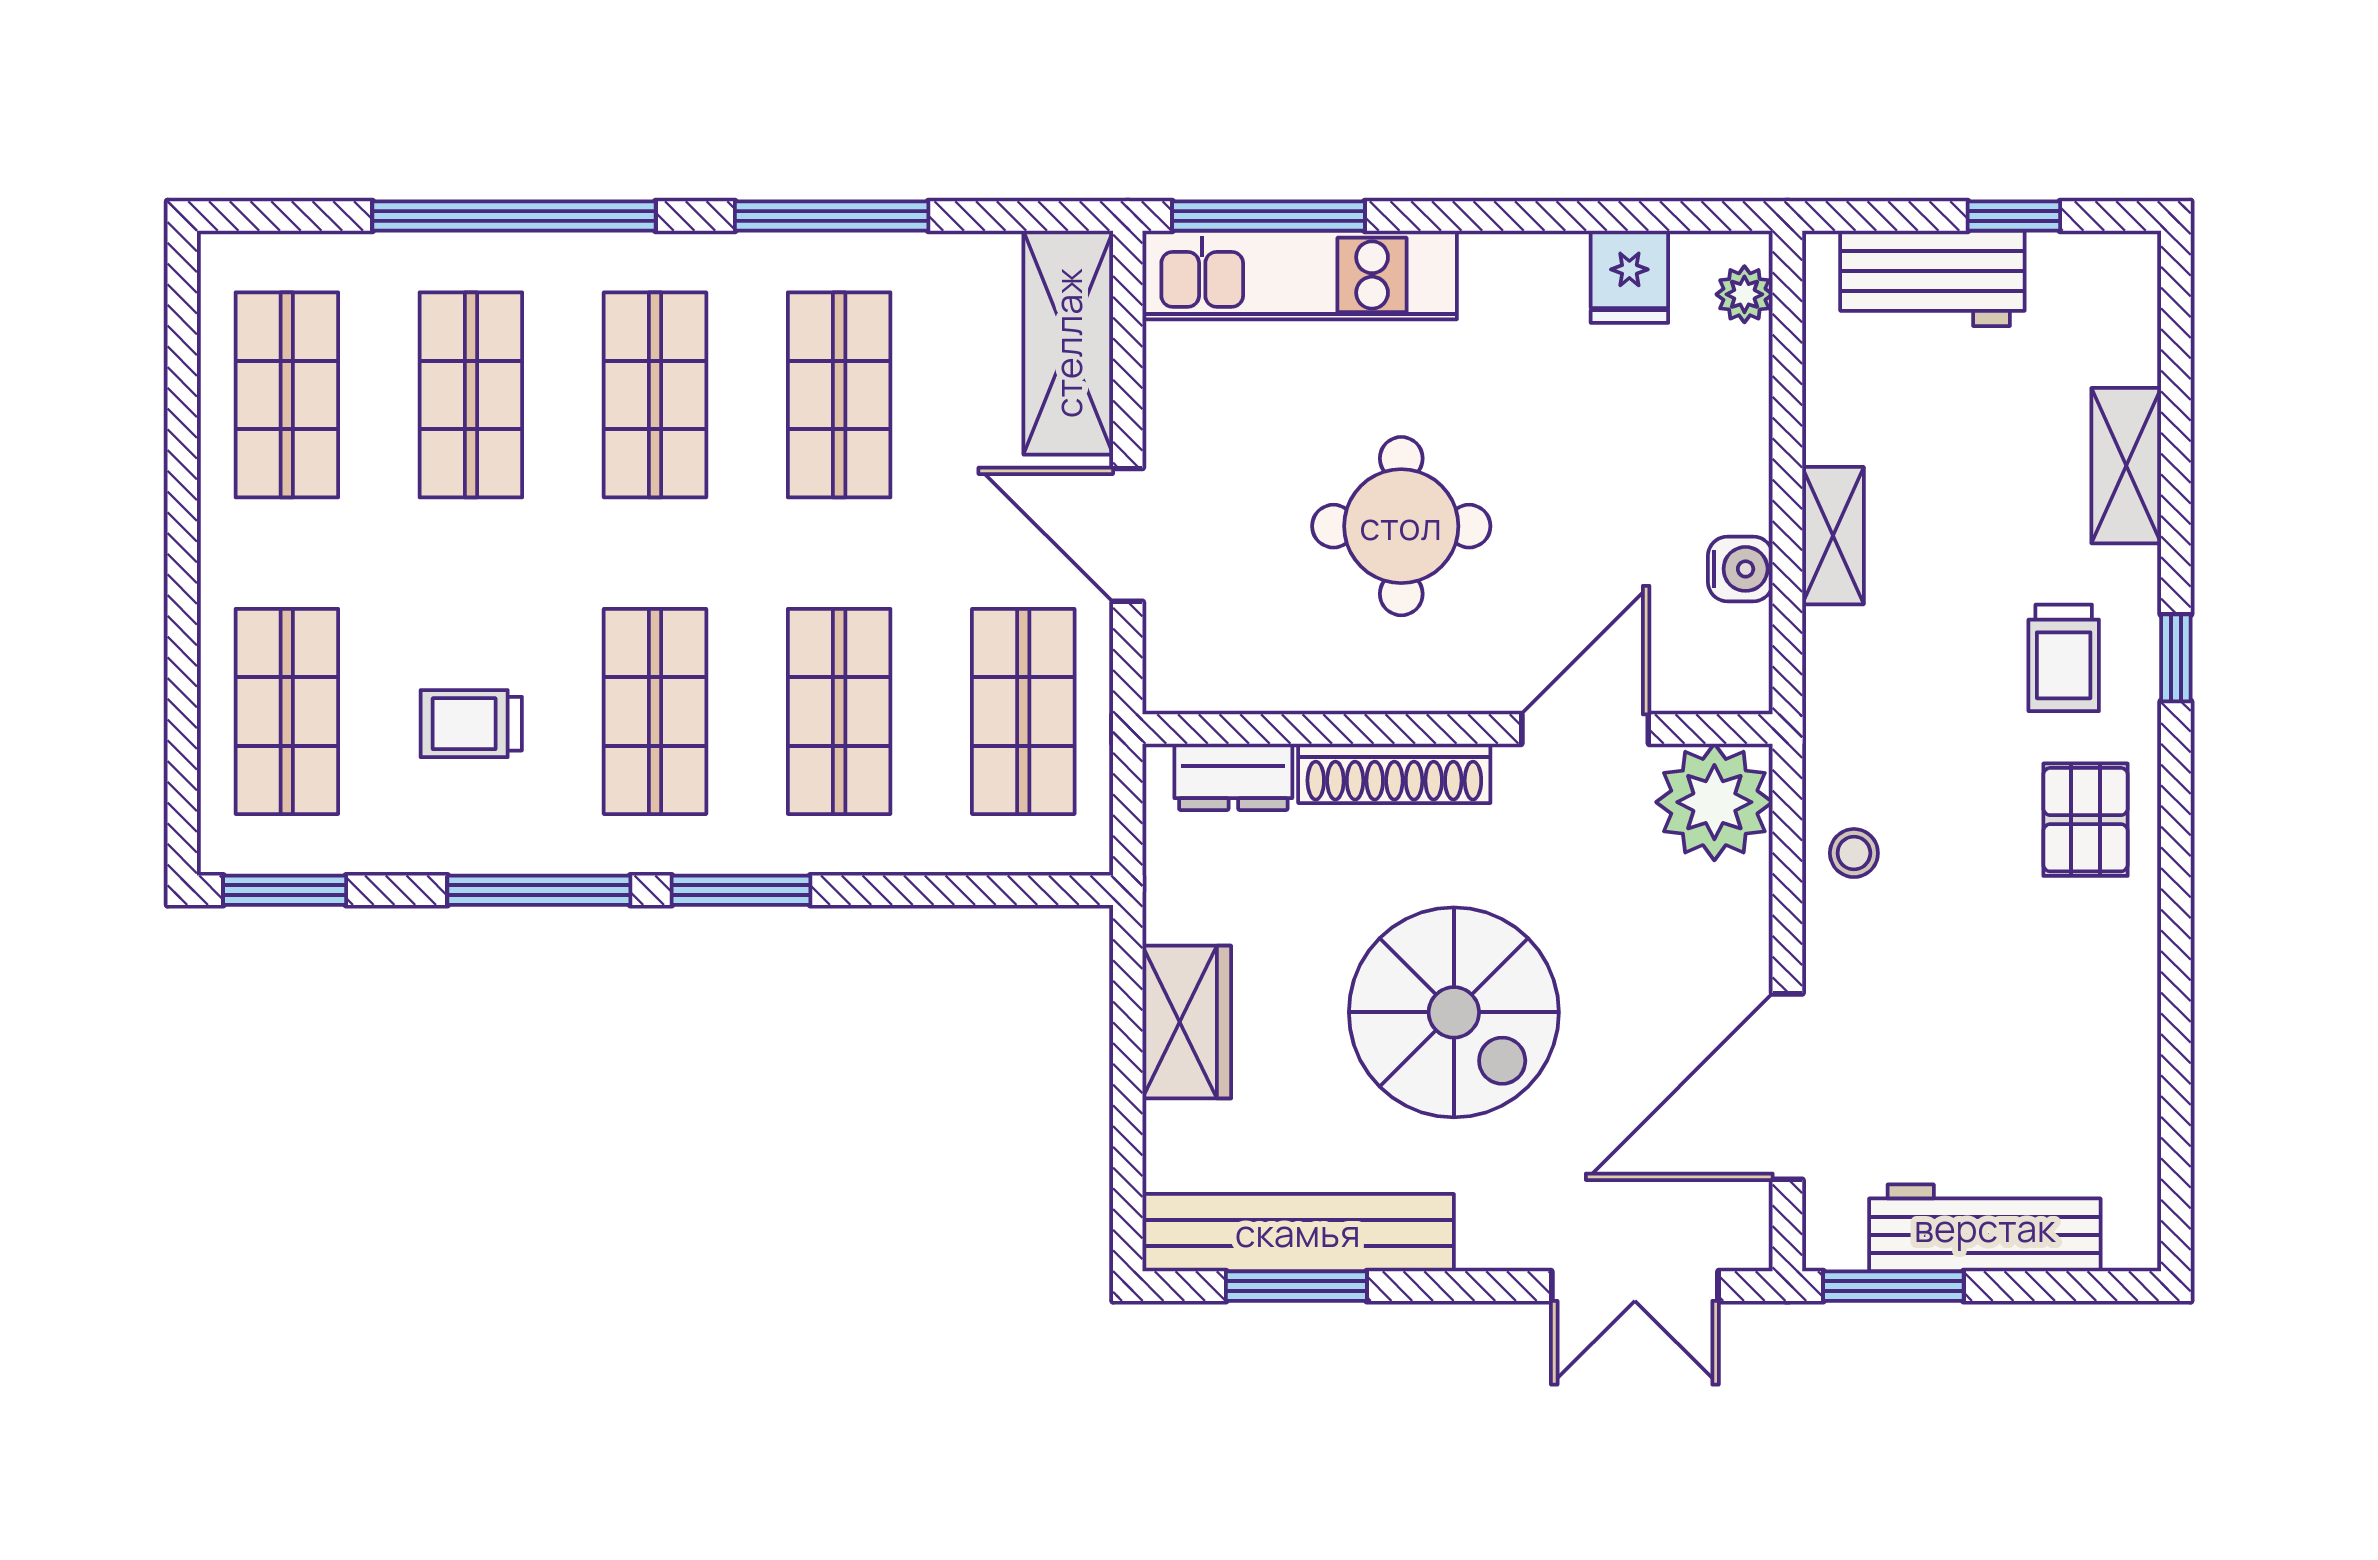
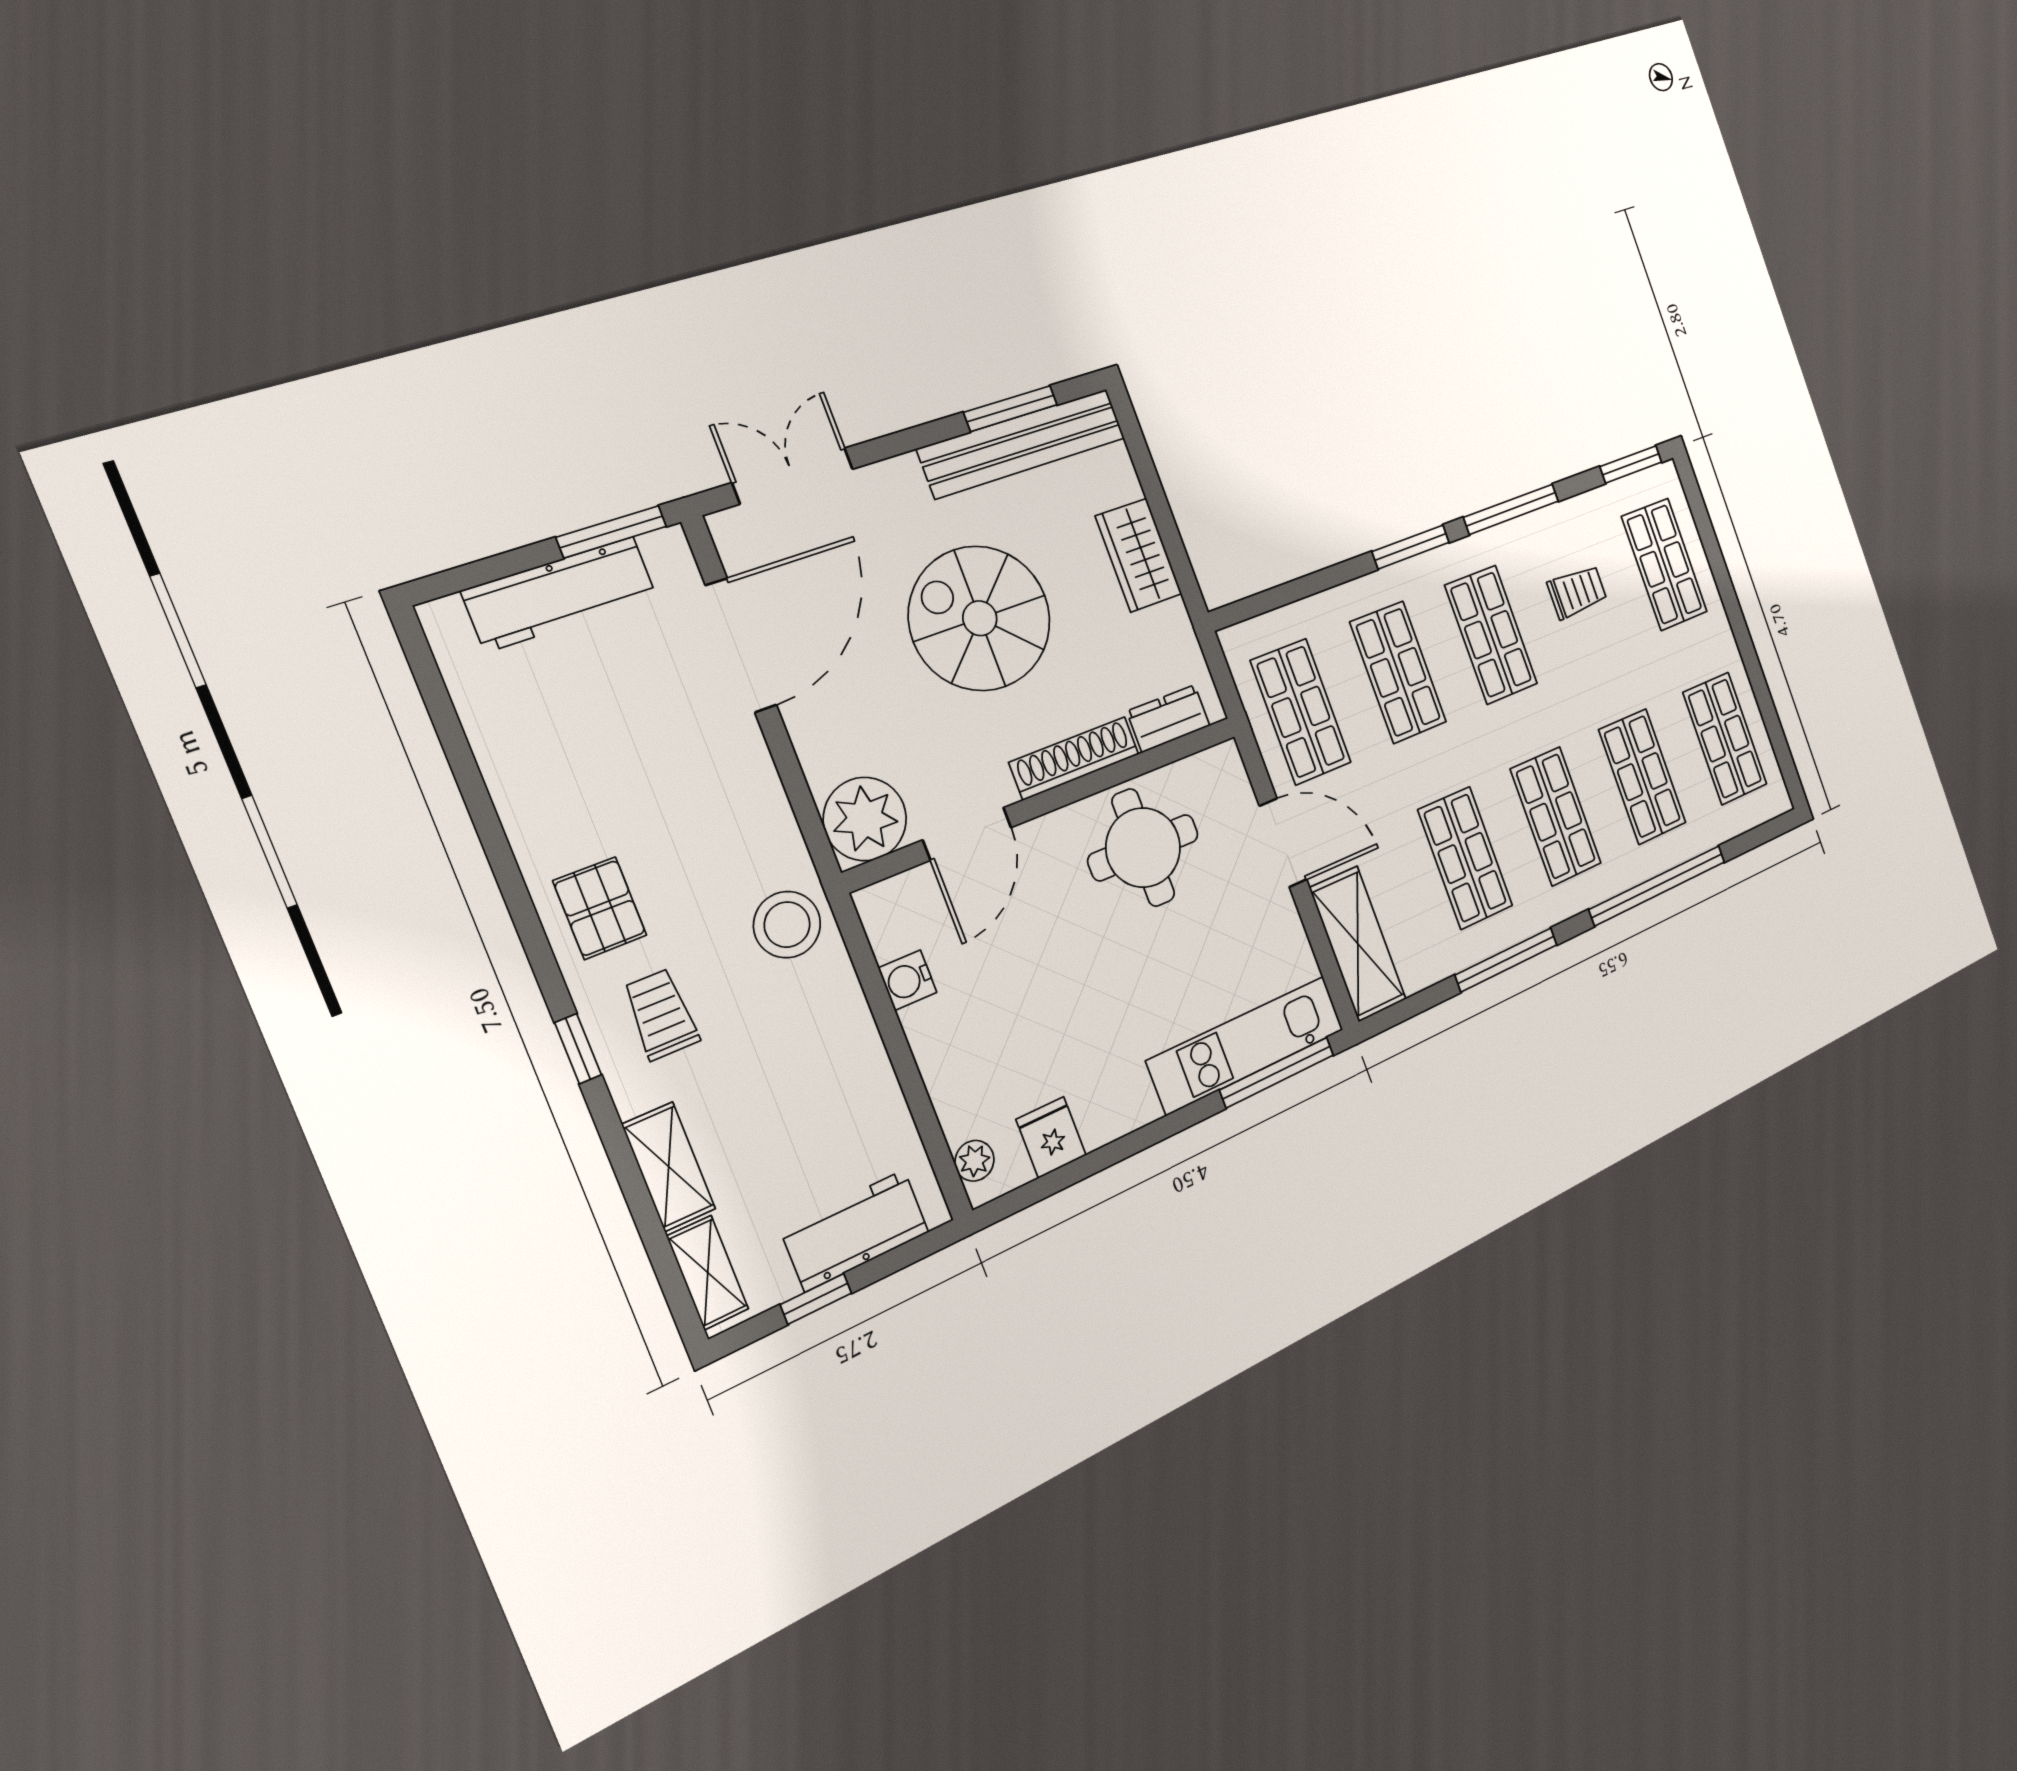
round table: (1401, 526) -> (1143, 848), moved
shelving: (1833, 536) -> (708, 1273), moved
stool: (1854, 853) -> (787, 925), moved, width x1.89, depth x1.89

